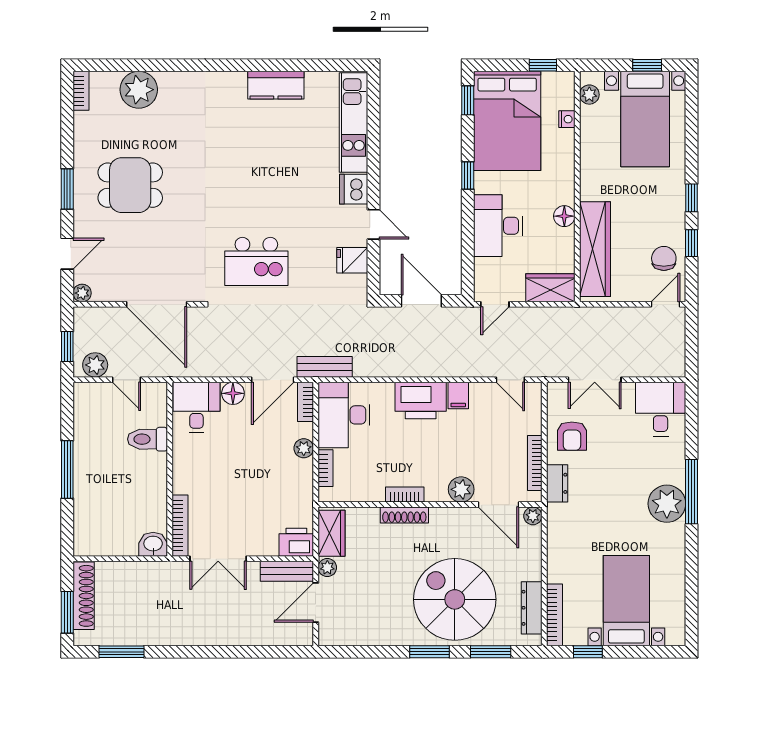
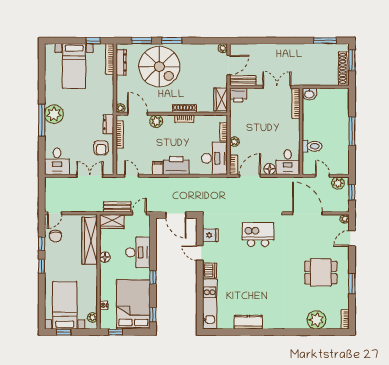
window: (67, 189) -> (352, 284), moved
bench: (325, 367) -> (117, 207), moved
armchair: (572, 436) -> (101, 148), turned 180
plant: (327, 568) -> (223, 48), moved

